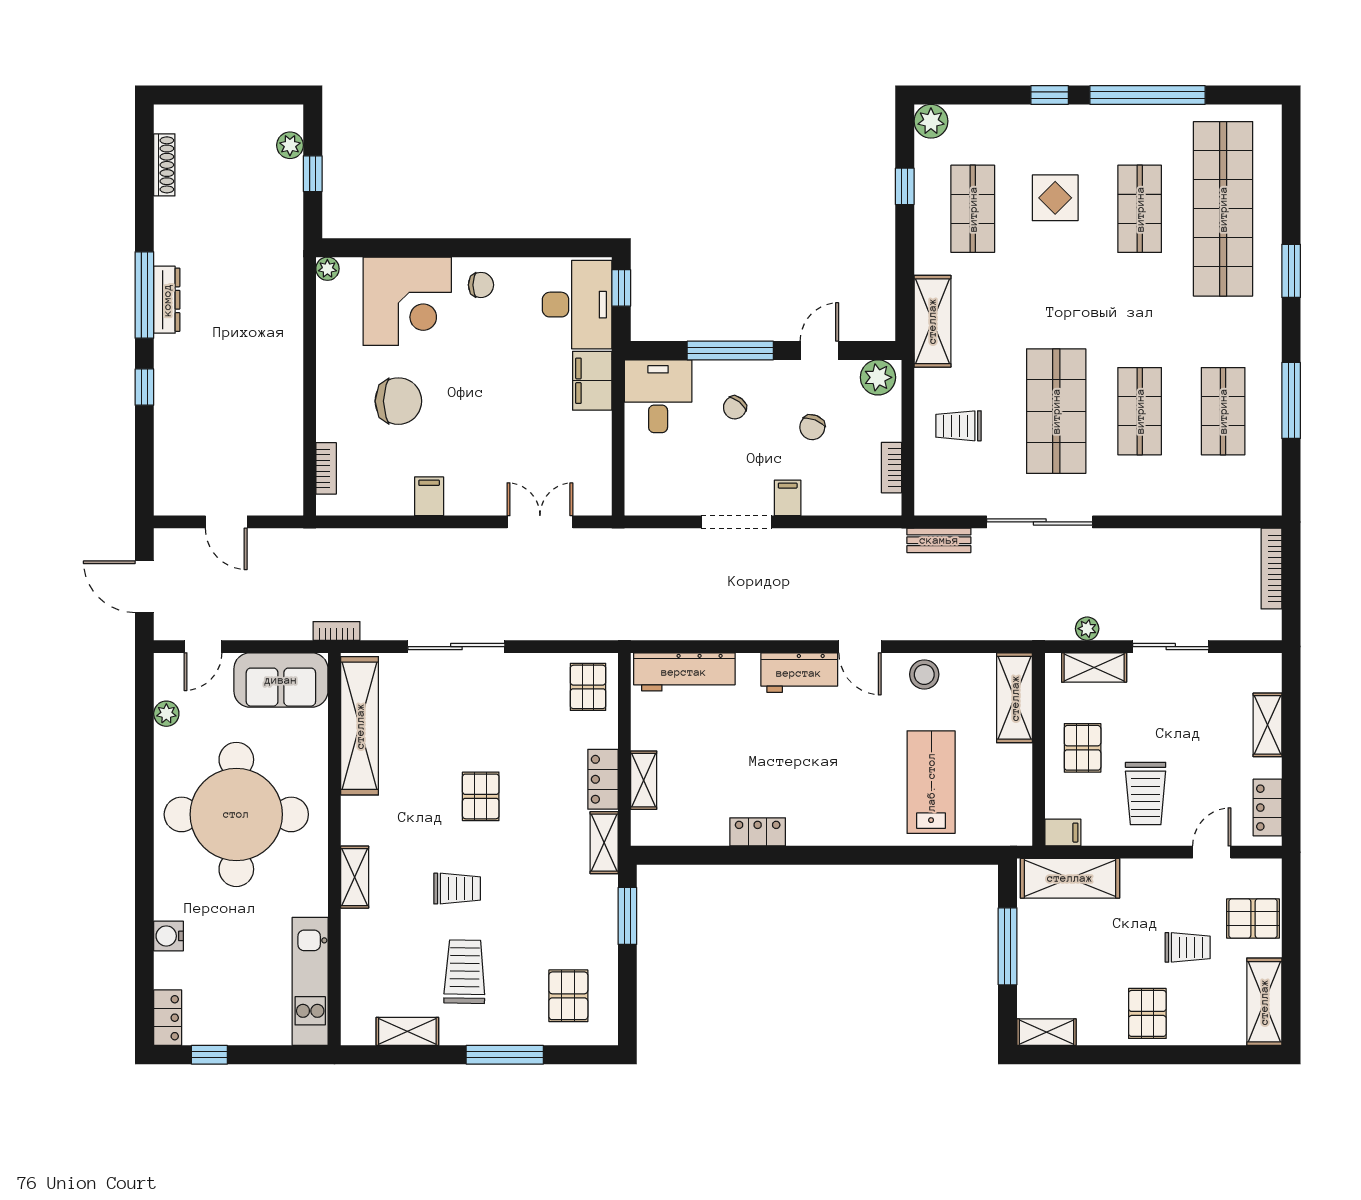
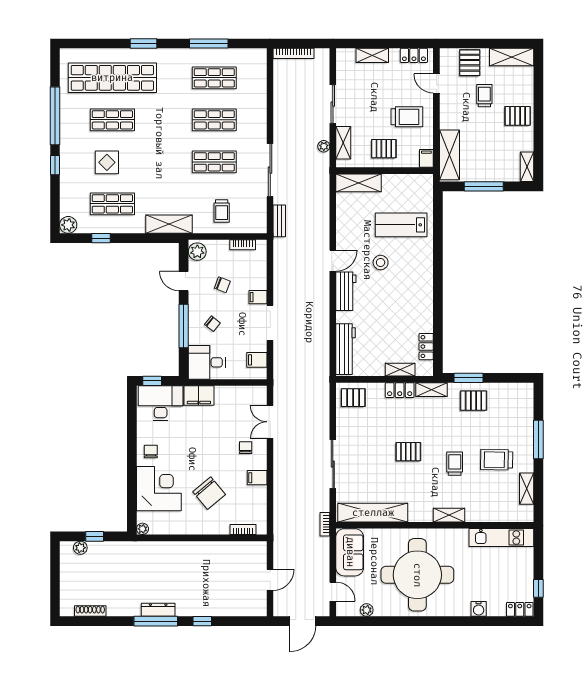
chair: (398, 401) -> (209, 493), turned 140
shop shelf: (1056, 411) -> (214, 162), width x0.70, depth x0.74
chair: (489, 474) -> (246, 448), added
filing cabinet: (663, 496) -> (257, 360), added
stool: (924, 674) -> (381, 263), moved
locker: (758, 832) -> (426, 347), moved
pallet: (568, 996) -> (473, 401), moved

